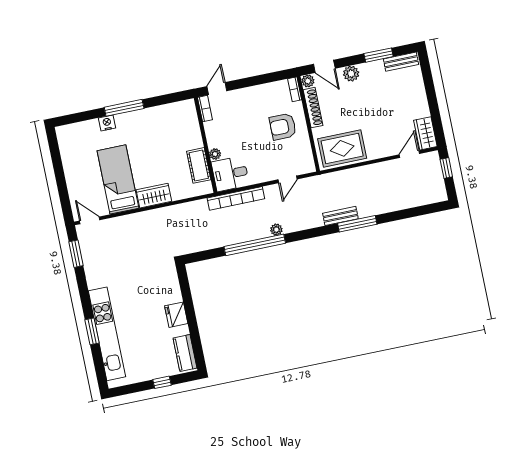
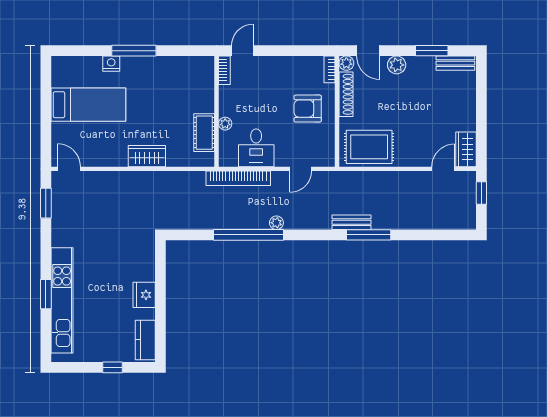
desk: (230, 174) -> (256, 148), moved, turned -90
bed: (118, 179) -> (88, 105), moved, turned 90

